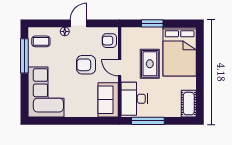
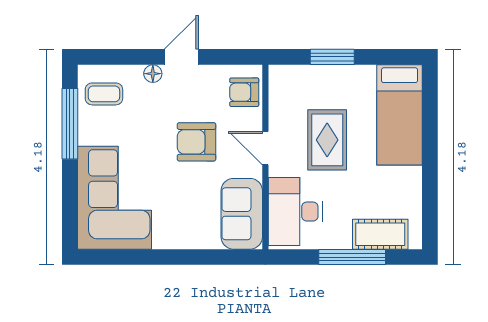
bed: (180, 52) -> (400, 115), width x0.67
cot: (189, 104) -> (380, 234), moved, turned 90
window: (148, 121) -> (352, 257), moved

